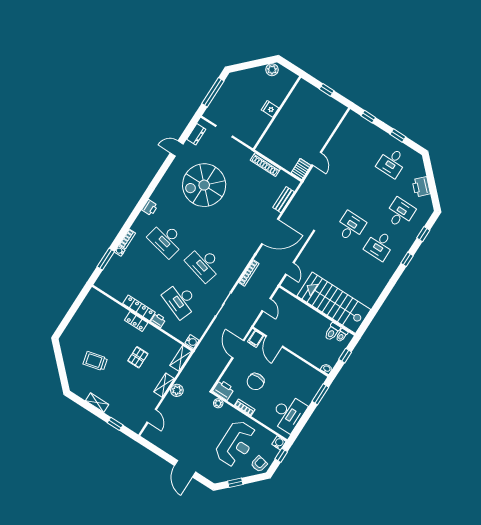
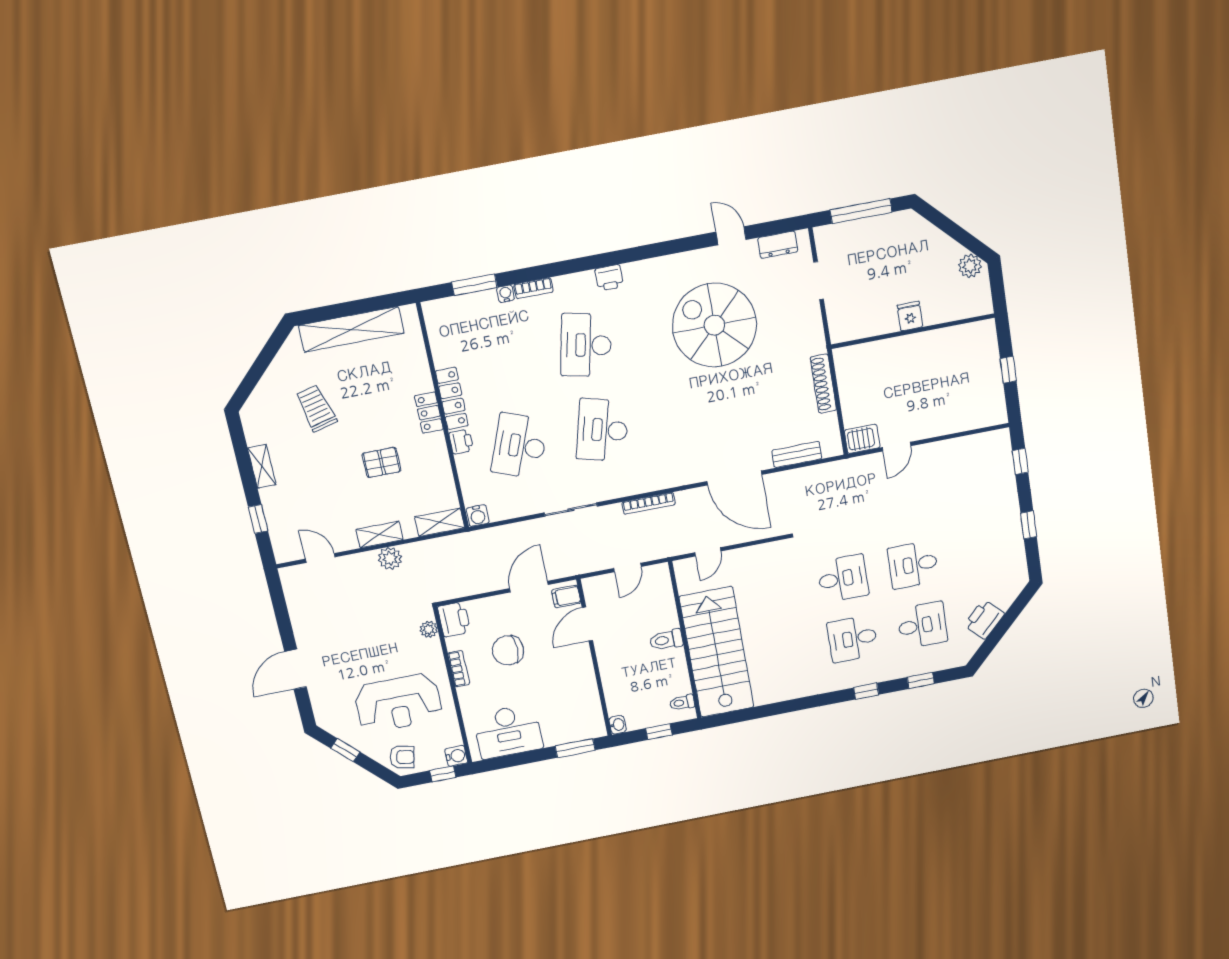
desk: (392, 162) -> (913, 565), moved
shelving: (79, 320) -> (351, 329), added
toilet: (332, 332) -> (666, 640), moved
door: (152, 416) -> (320, 558), swing flipped

